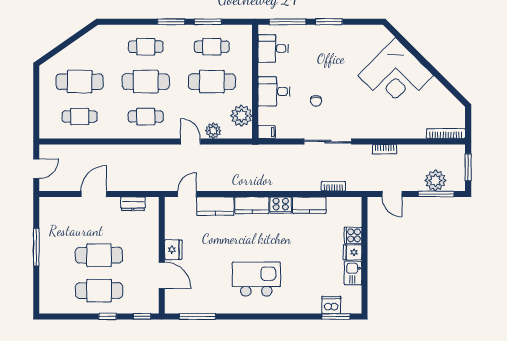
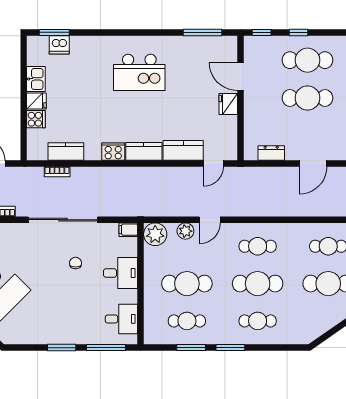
plant: (241, 116) -> (155, 234), moved
door: (191, 141) -> (210, 220), hinge flipped
sliding door: (328, 141) -> (63, 220), width x1.36
kitchen counter: (309, 205) -> (66, 151), moved

